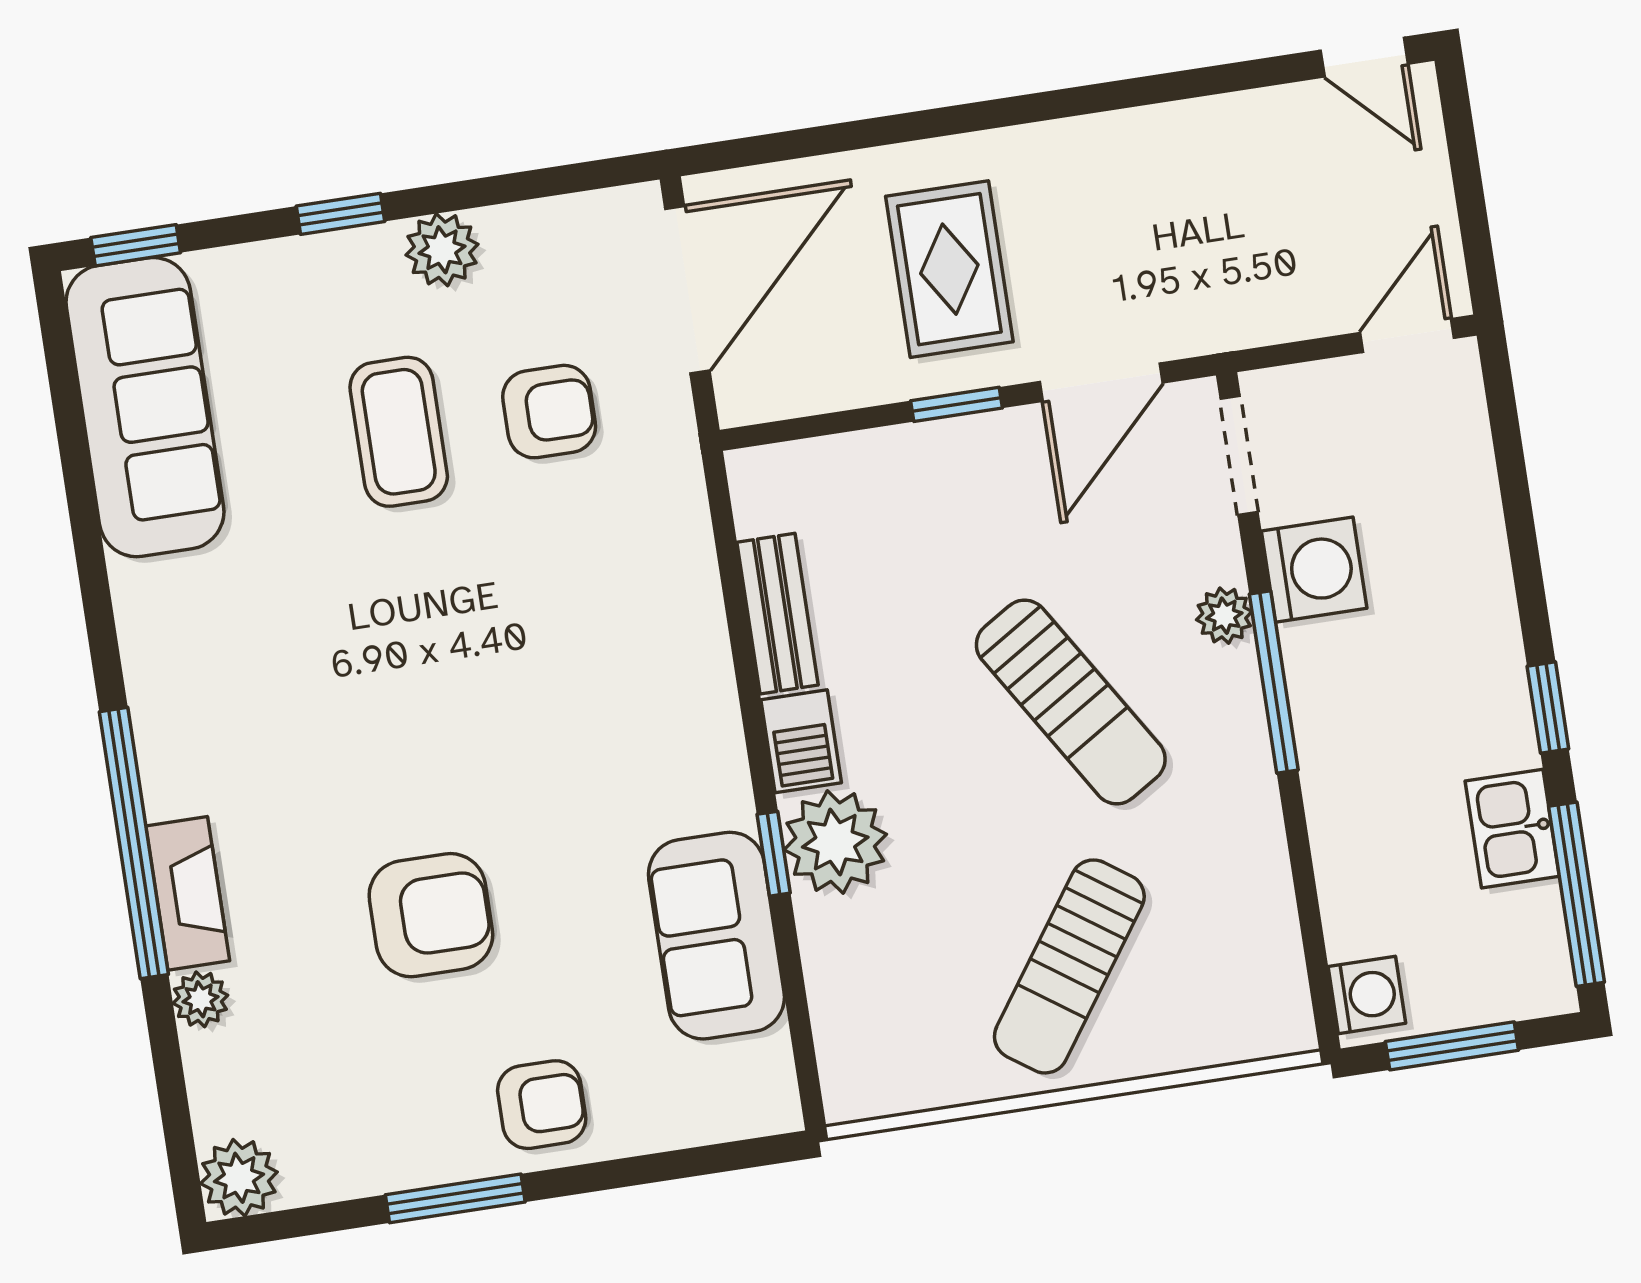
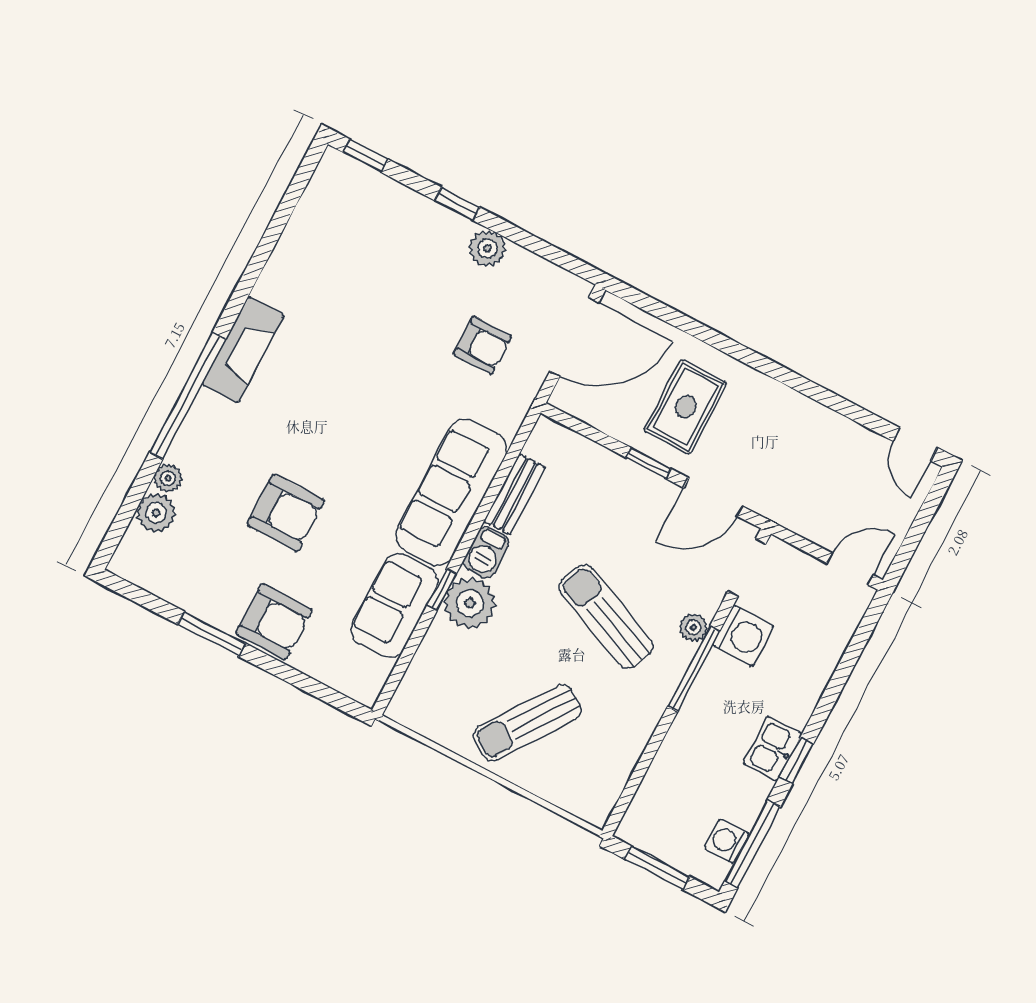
sofa: (145, 407) -> (451, 492), moved, turned 180
coffee table: (399, 432) -> (416, 309), removed
sun lounger: (1071, 702) -> (606, 617), turned 145
kitchen sink: (1512, 829) -> (772, 749), moved
fireplace: (188, 893) -> (243, 350), moved, width x1.37, depth x1.32
washing machine: (1367, 995) -> (727, 841), moved, turned 180
armchair: (542, 1105) -> (274, 622), width x1.38, depth x1.38
plant: (239, 1178) -> (156, 513), moved

